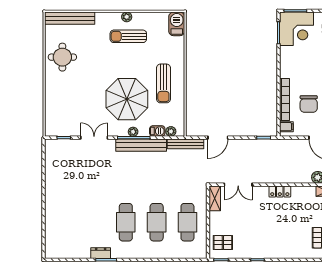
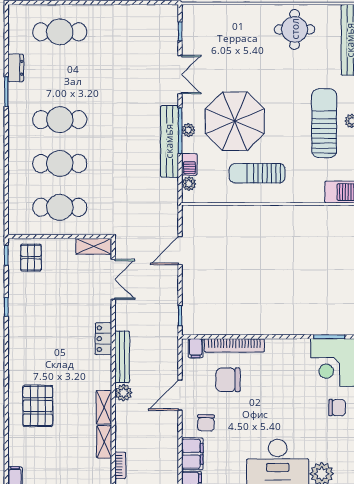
sun lounger: (128, 36) -> (324, 123), width x1.36, depth x1.34
door: (218, 138) -> (180, 251), hinge flipped
bench: (185, 144) -> (122, 357), moved
double door: (238, 185) -> (113, 279), swing flipped
cafe table: (64, 222) -> (60, 32), added
dresser: (101, 253) -> (16, 68), moved

